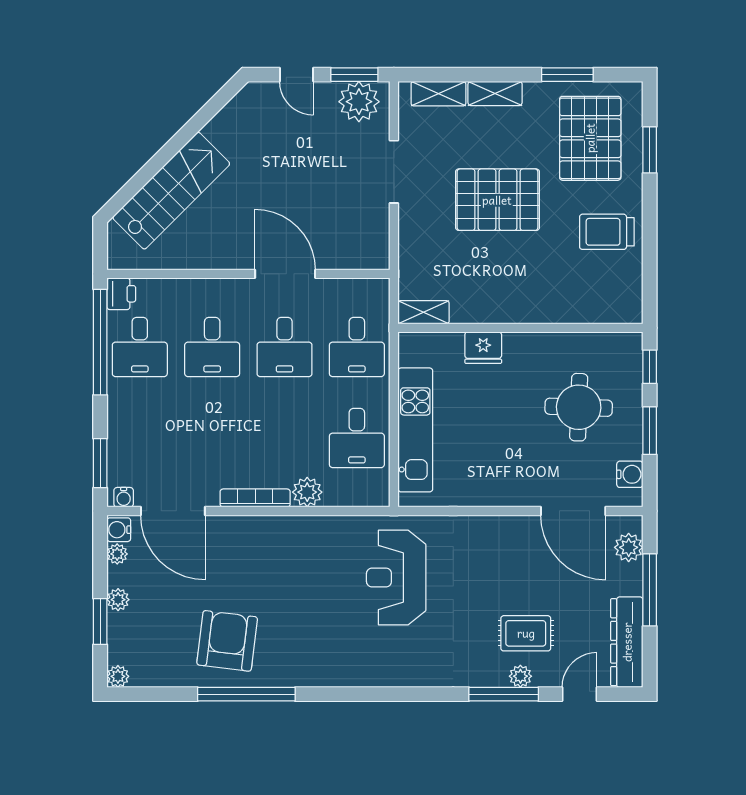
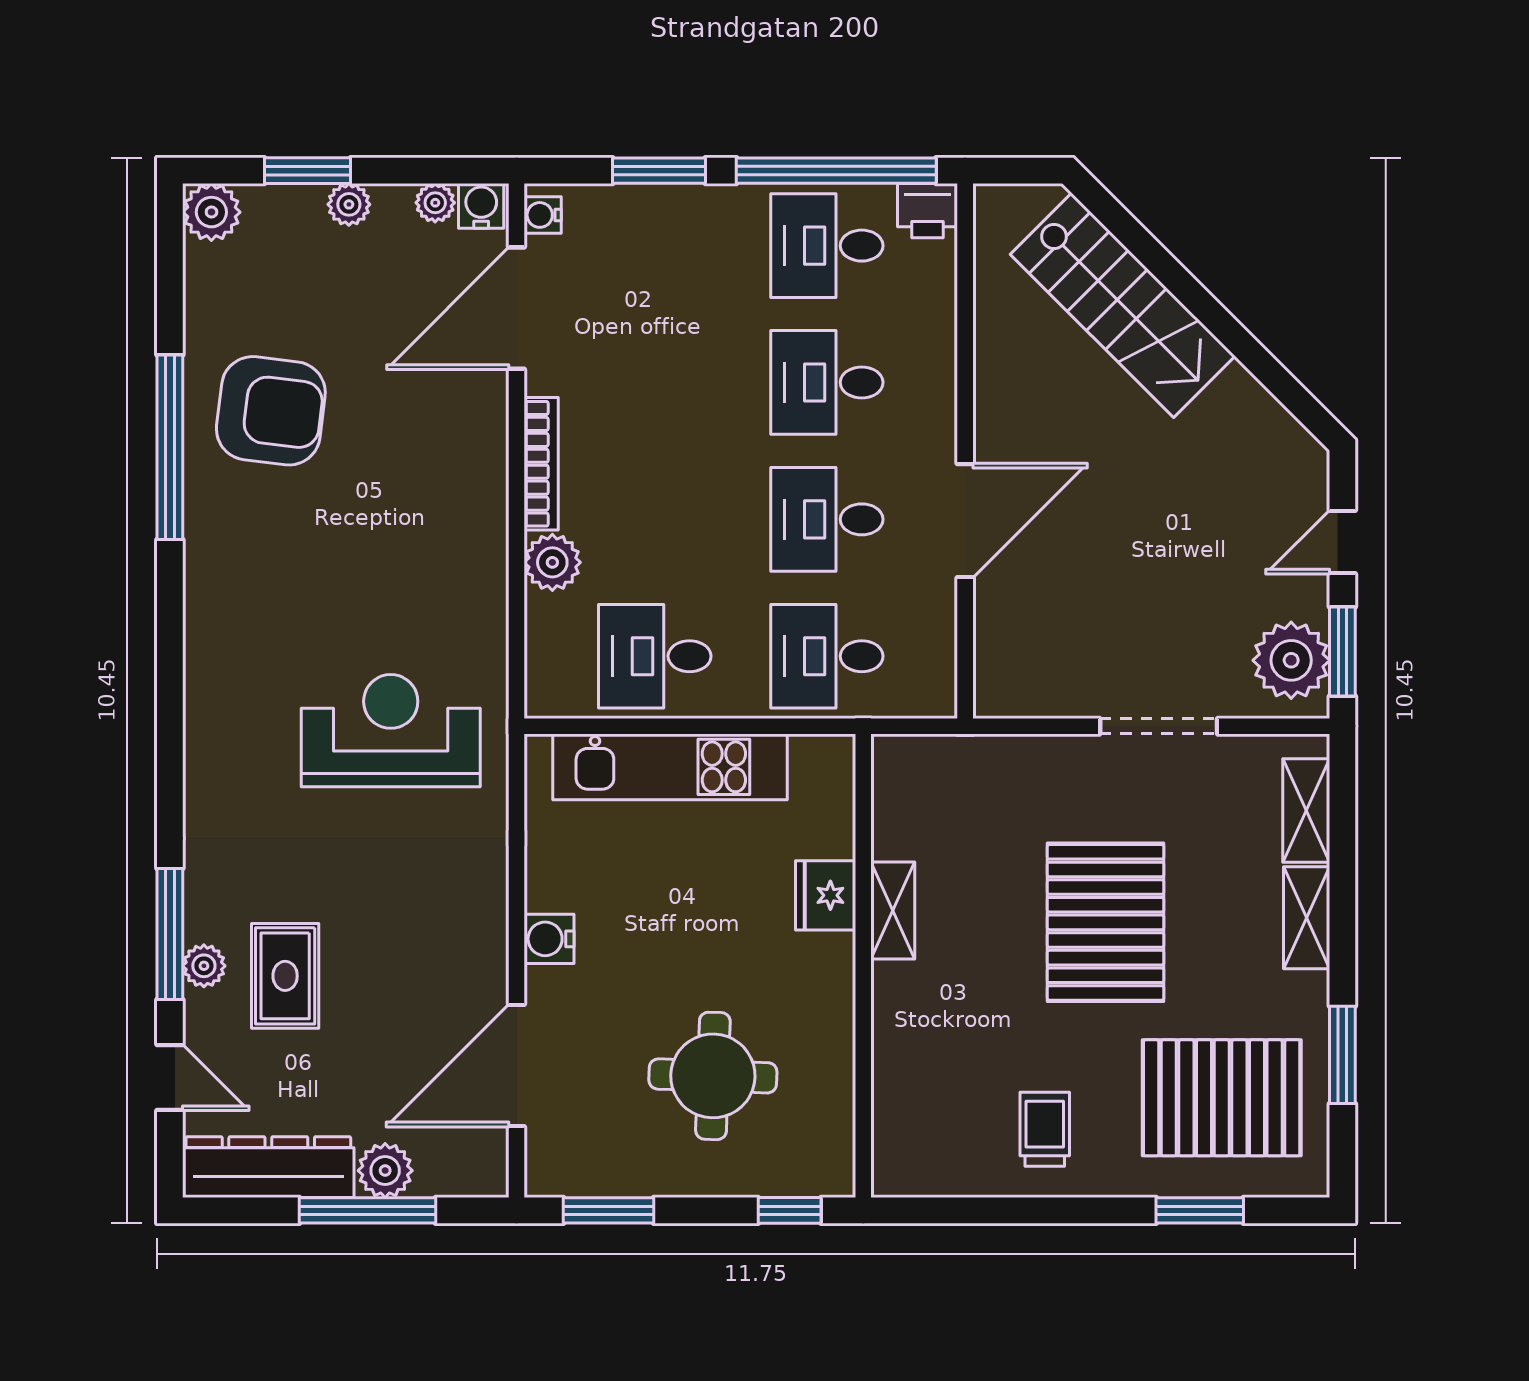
trolley: (607, 232) -> (1045, 1129), width x0.73, depth x0.72
shelving: (424, 312) -> (893, 911), moved
window: (650, 431) -> (609, 1210), moved
window: (100, 463) -> (659, 171), moved
water cooler: (630, 474) -> (549, 939), moved, turned 90
plant: (629, 547) -> (385, 1171), moved
plant: (118, 676) -> (211, 212), width x1.38, depth x1.38

